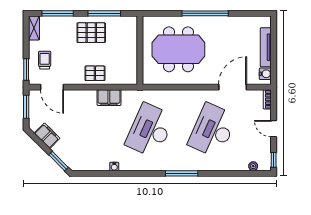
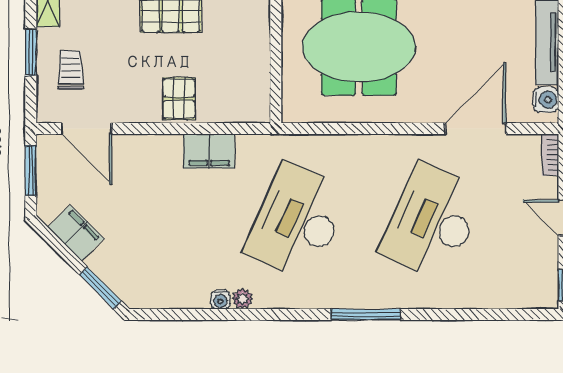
window: (26, 69) -> (31, 52), moved
pallet: (95, 73) -> (179, 99), turned 90
plant: (253, 166) -> (242, 299), moved

